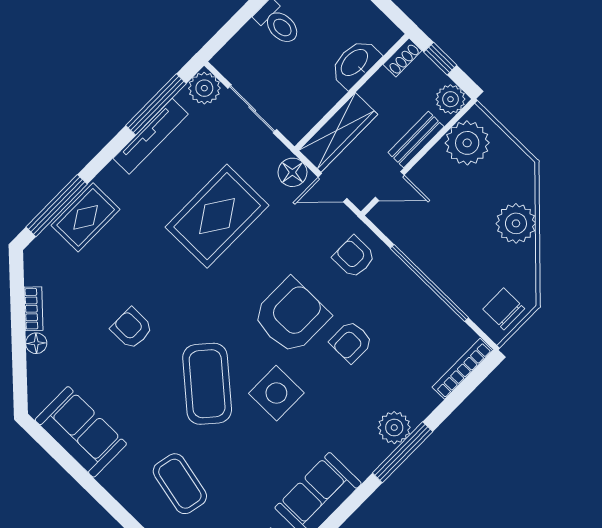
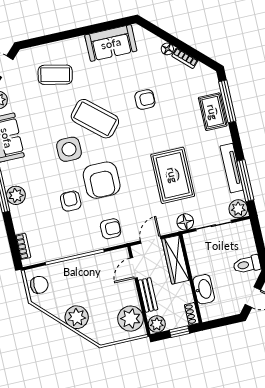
floor lamp: (292, 172) -> (185, 222), moved
bookcase: (462, 369) -> (23, 246), width x0.64

